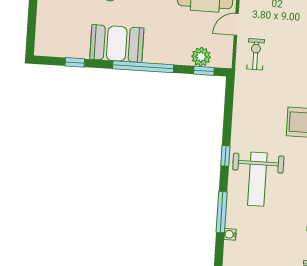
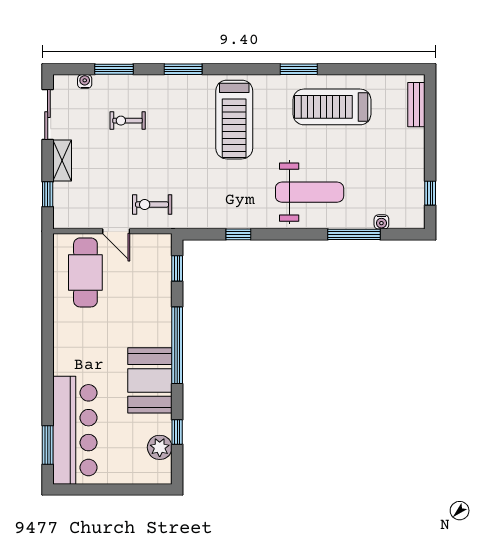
plant: (201, 57) -> (160, 447), moved
window: (225, 156) -> (238, 234), moved

